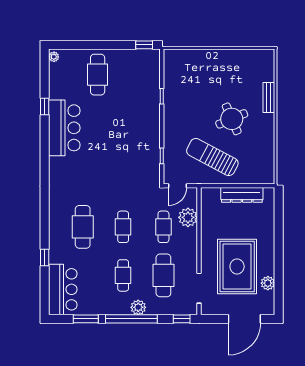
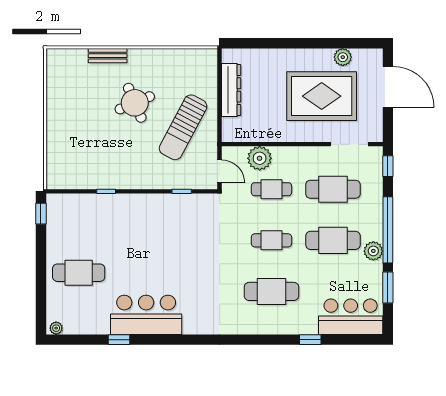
cafe table: (123, 275) -> (333, 240), width x1.37, depth x1.35
plant: (138, 307) -> (373, 251), moved

